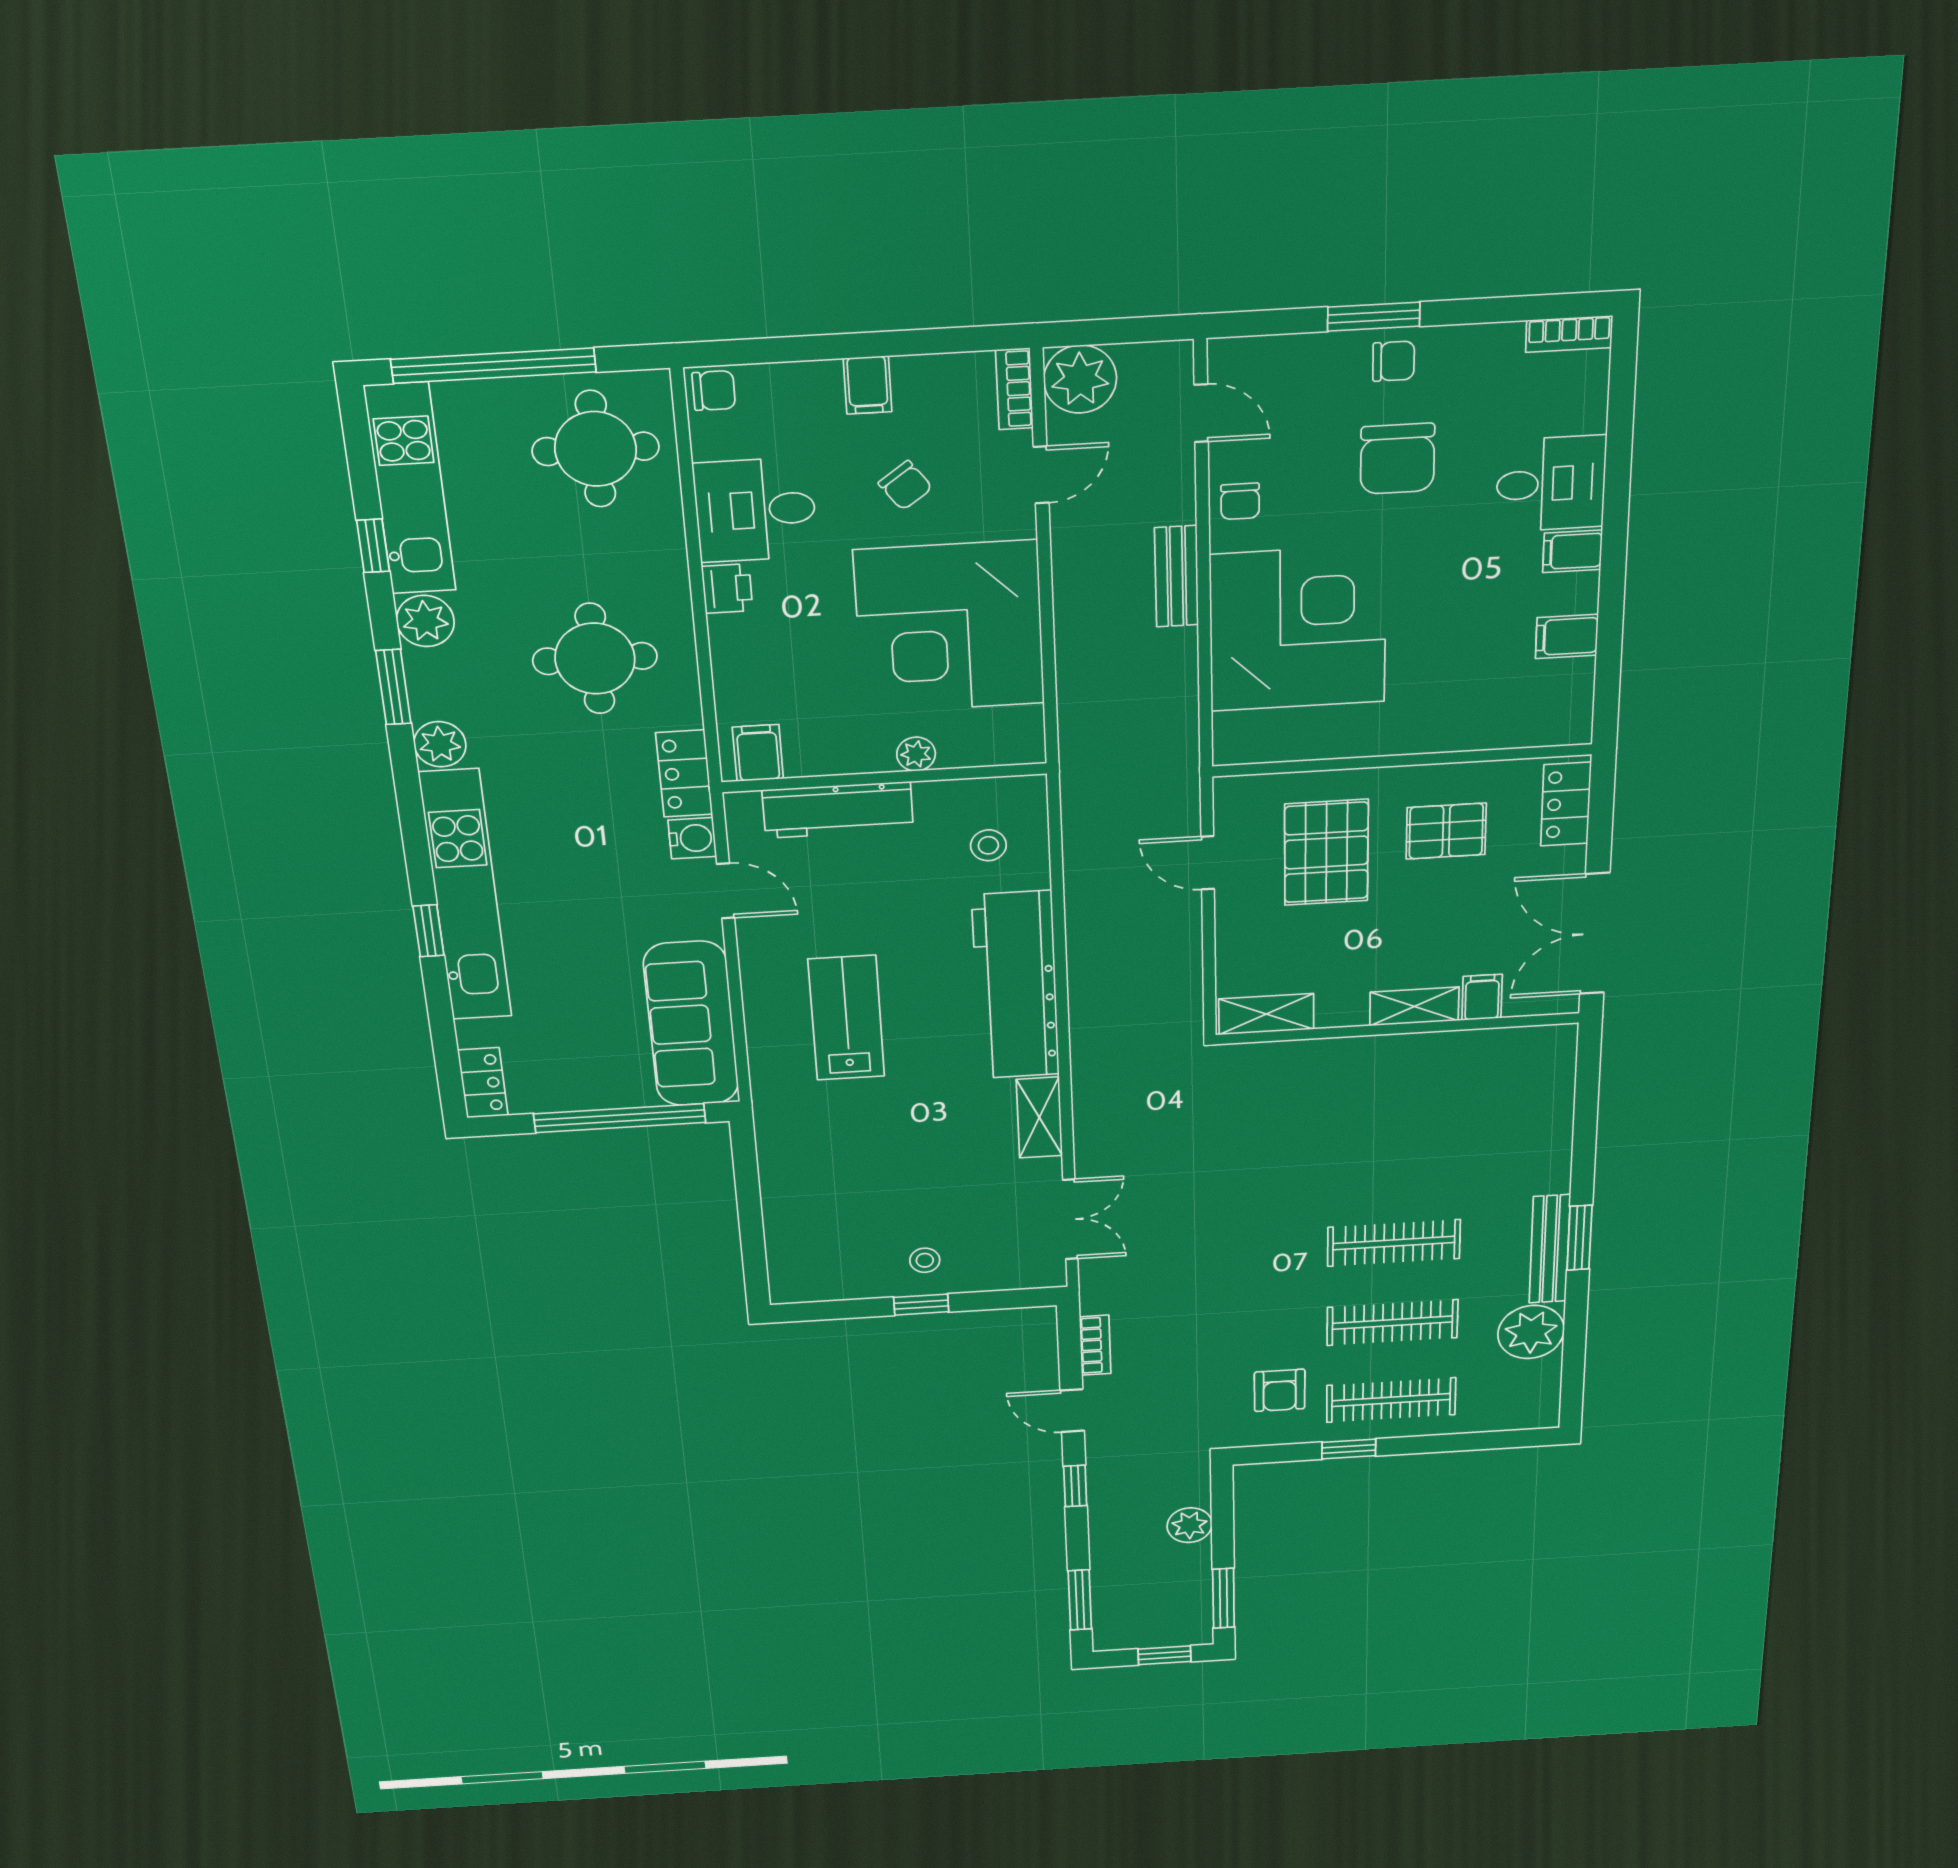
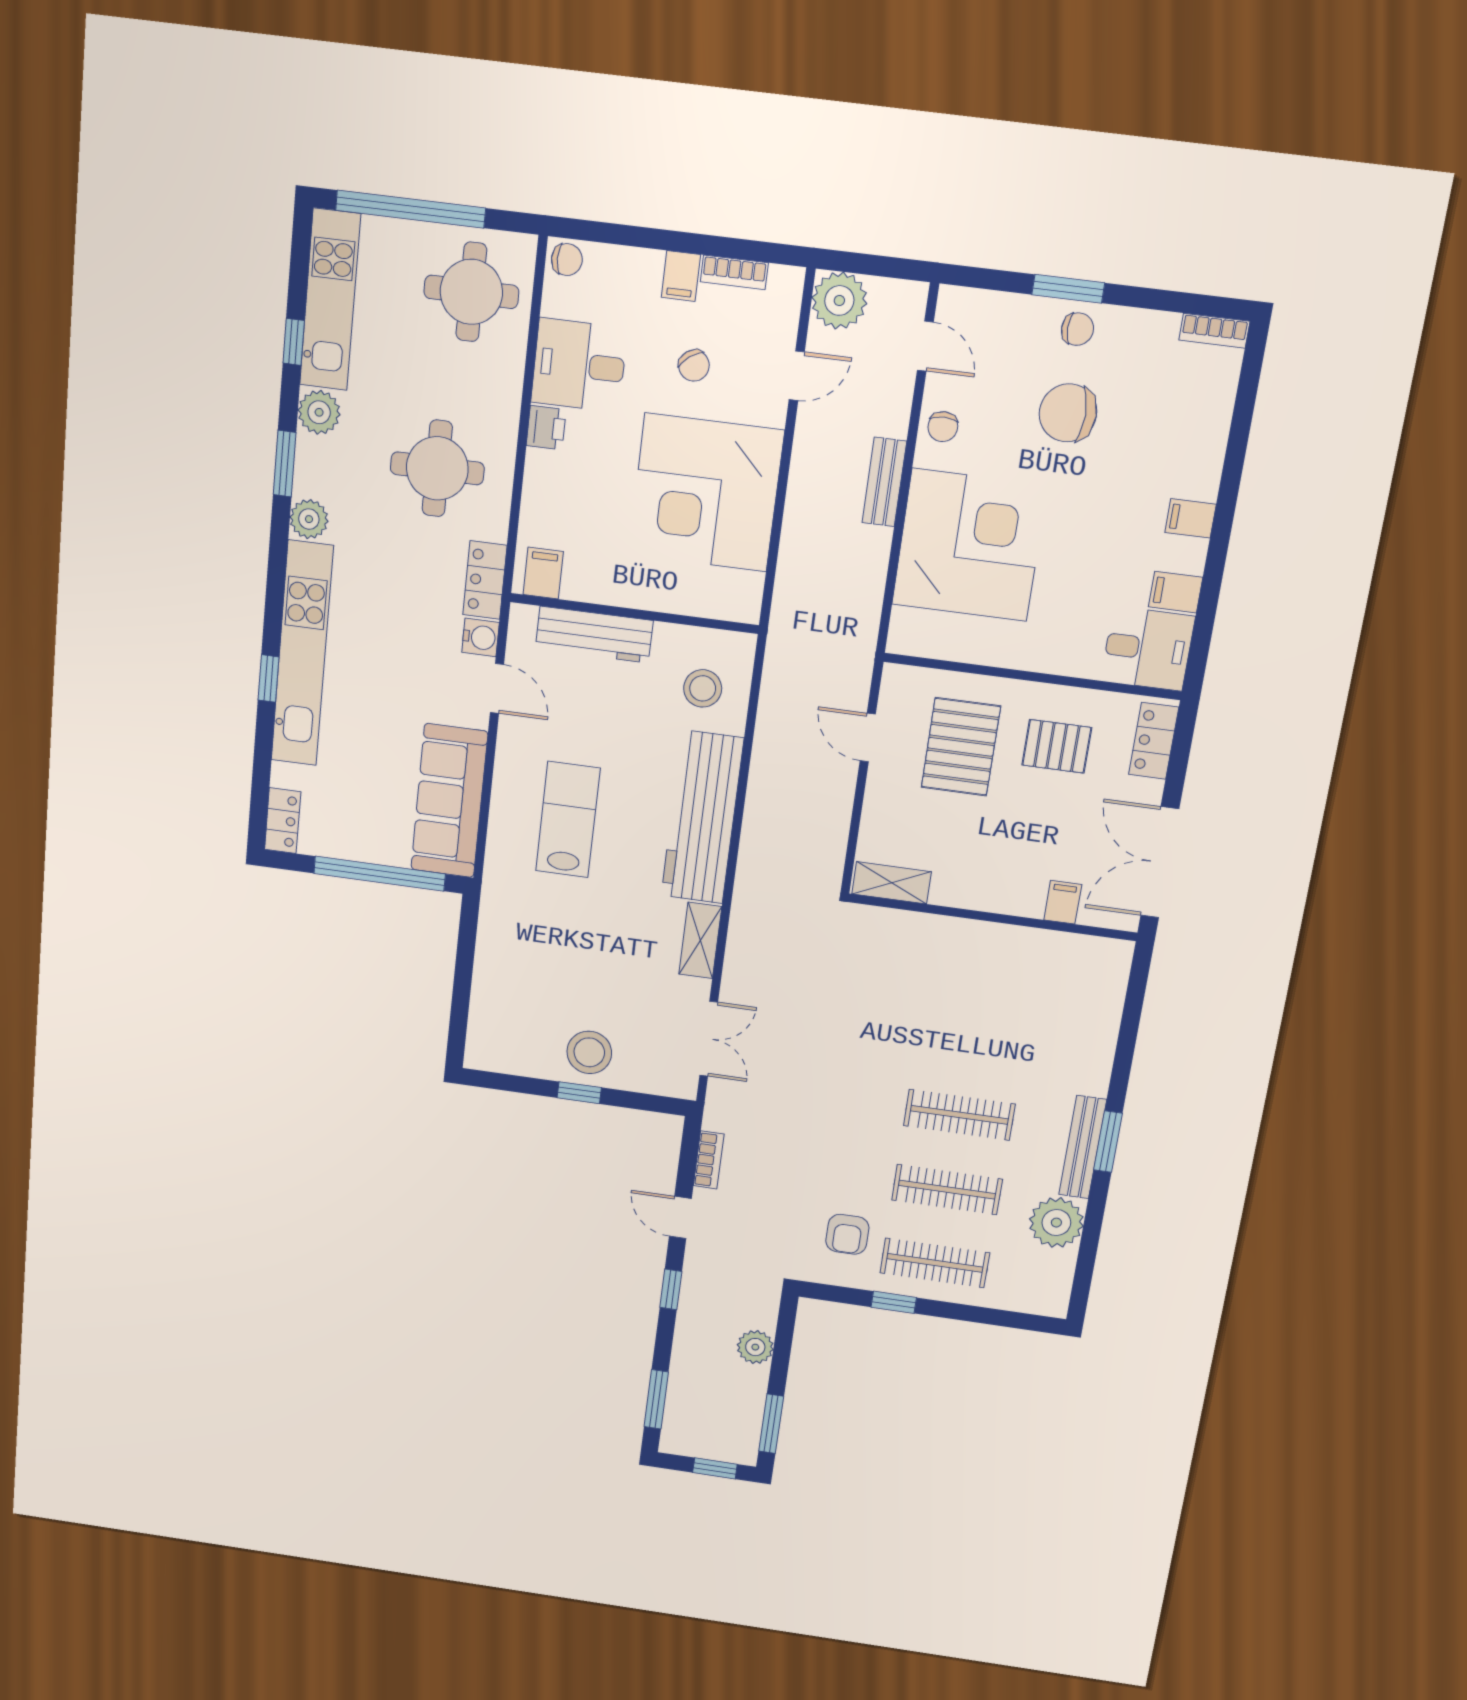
bookcase: (1014, 389) -> (734, 272), moved, turned -90
chair: (1397, 459) -> (1068, 413), turned 90
desk: (1551, 484) -> (1148, 649), moved
plant: (916, 754) -> (662, 598), removed
stool: (988, 845) -> (703, 688), width x1.37, depth x1.37
shelving: (1414, 1006) -> (1008, 900), removed
stool: (925, 1260) -> (589, 1052), width x1.89, depth x1.89

